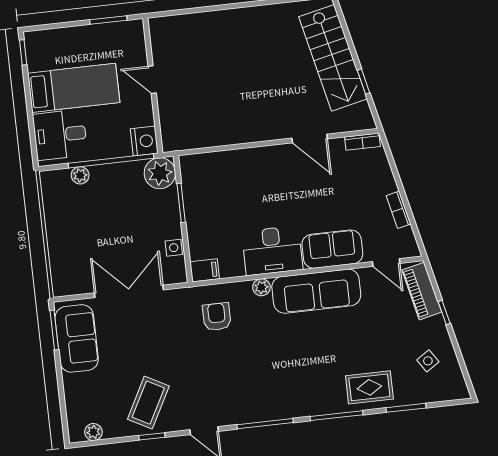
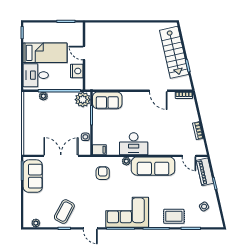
nightstand: (144, 141) -> (77, 71), moved
sofa: (332, 249) -> (107, 100), moved, turned 180
corner sofa: (275, 390) -> (127, 212), added

